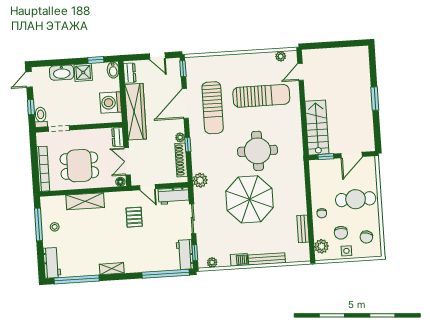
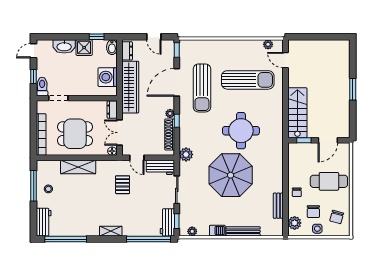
door: (301, 72) -> (286, 60), hinge flipped
shelving: (112, 269) -> (111, 231), moved

